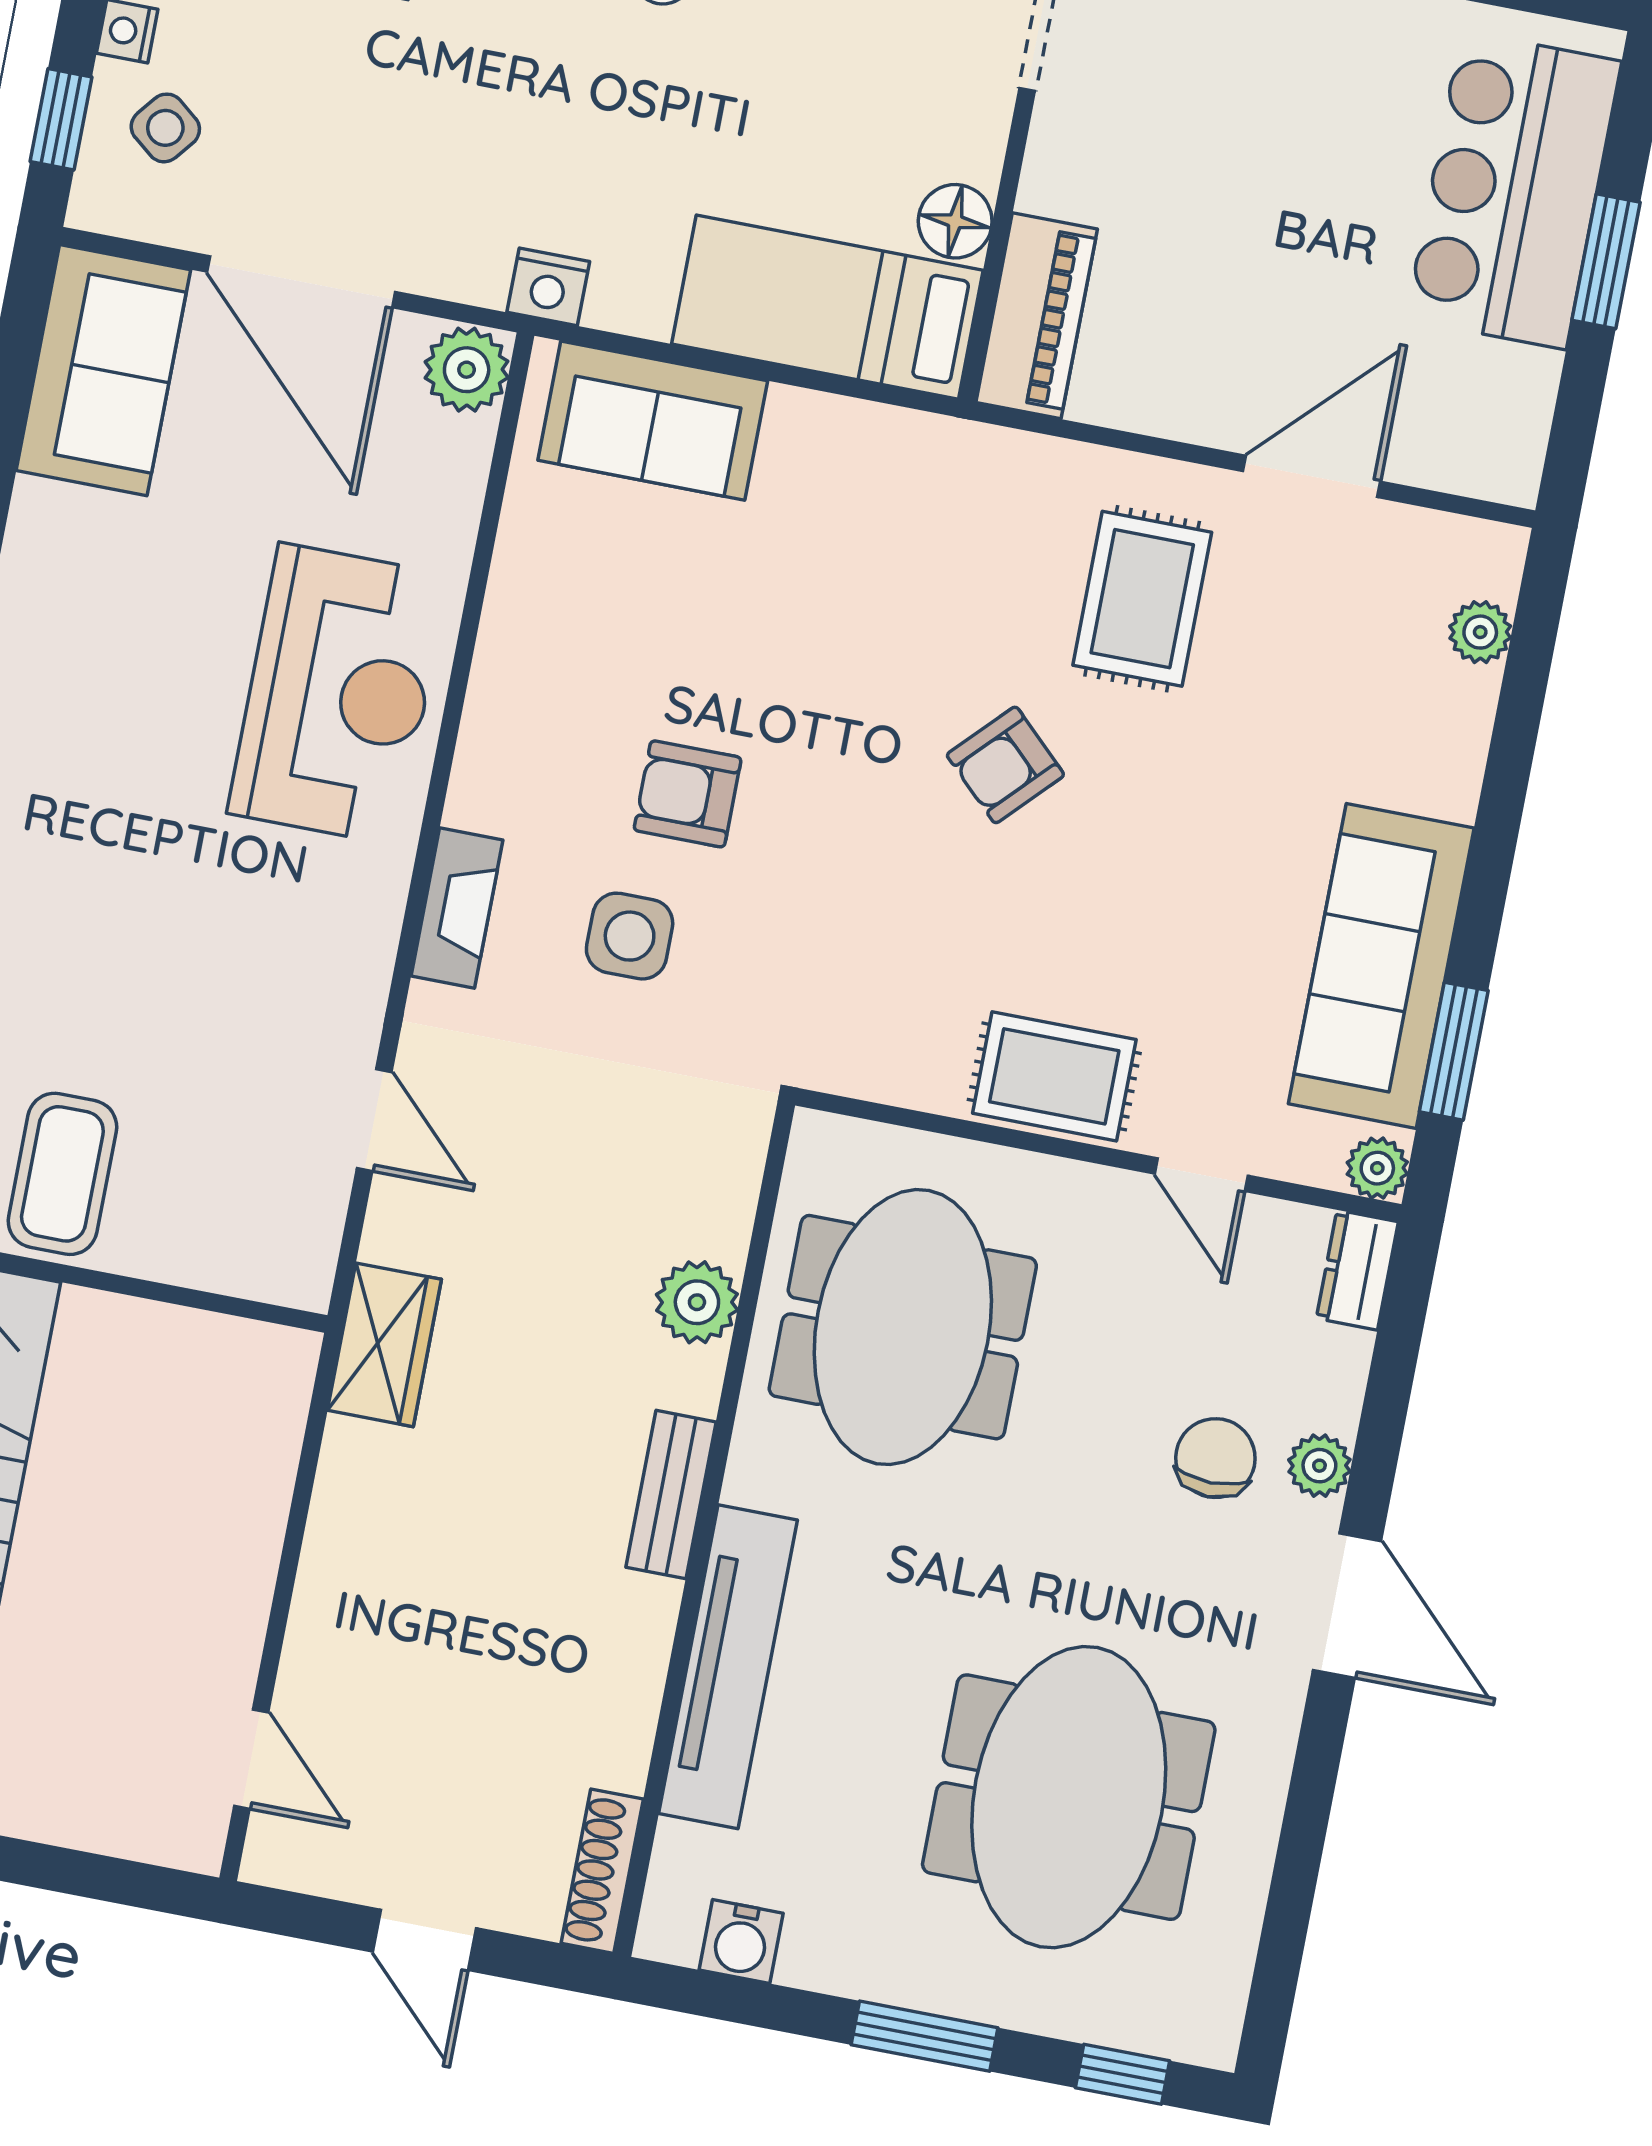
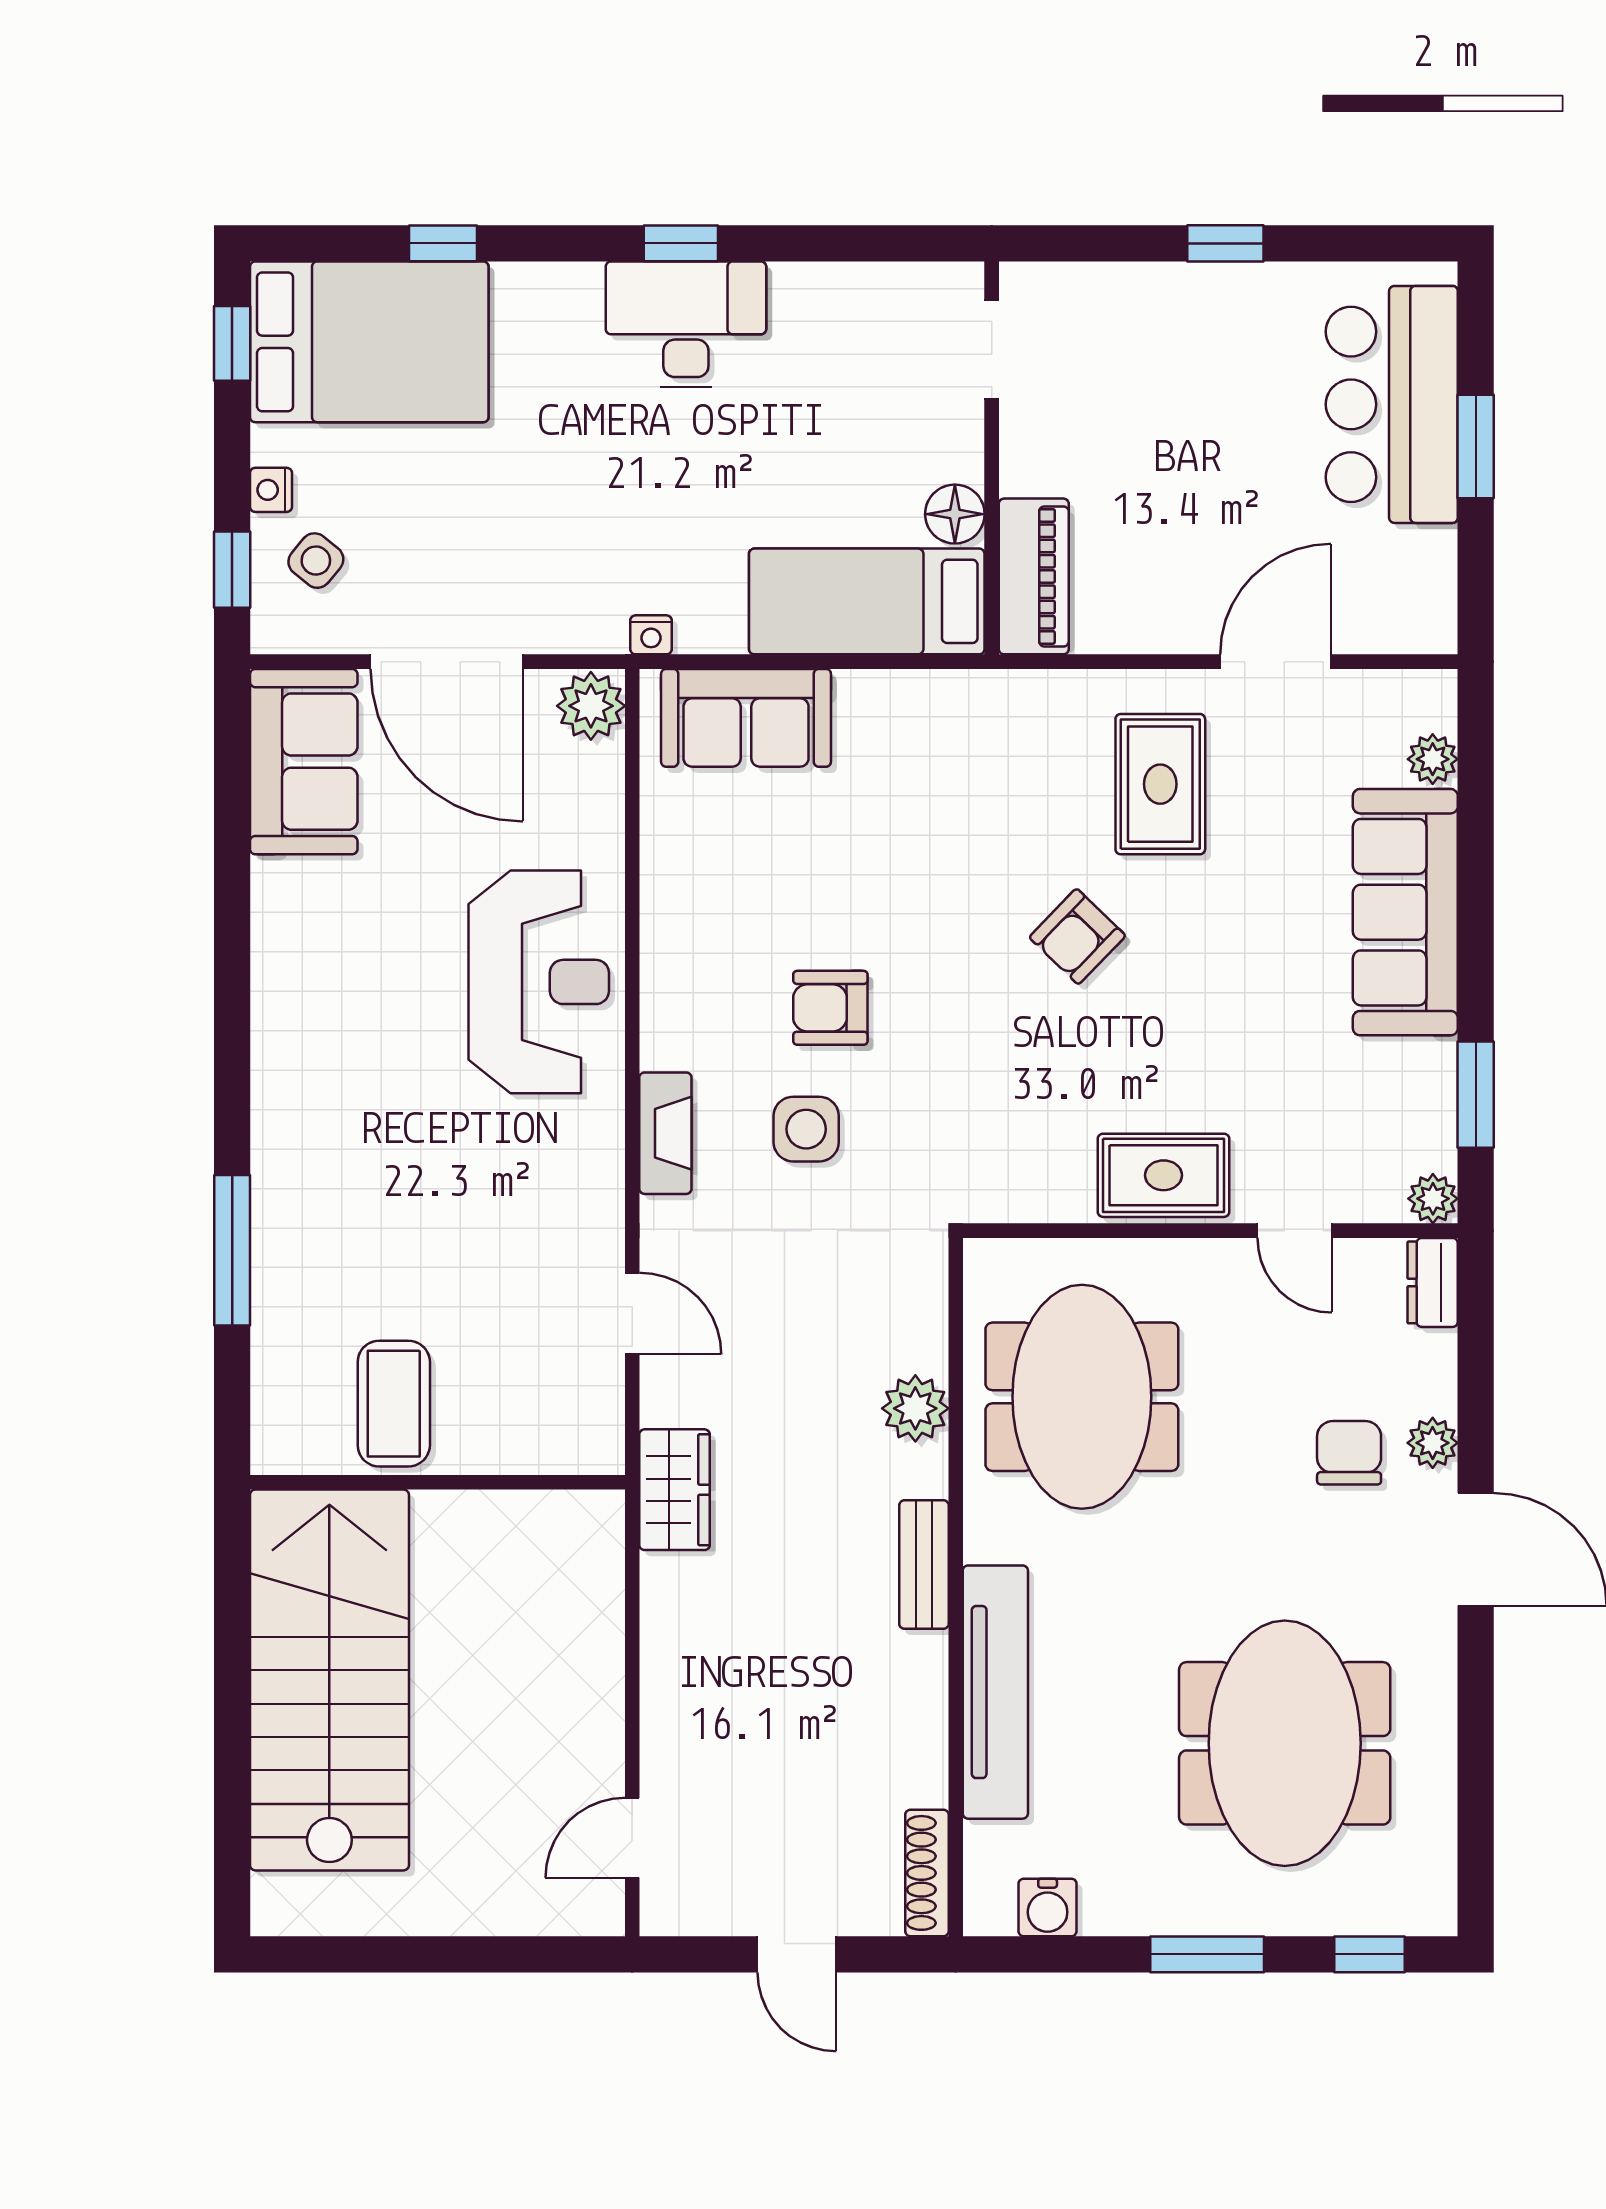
nightstand: (548, 287) -> (651, 635), width x0.72, depth x0.74
sofa: (1381, 966) -> (1405, 912), moved
door: (251, 1759) -> (632, 1838), swing flipped

